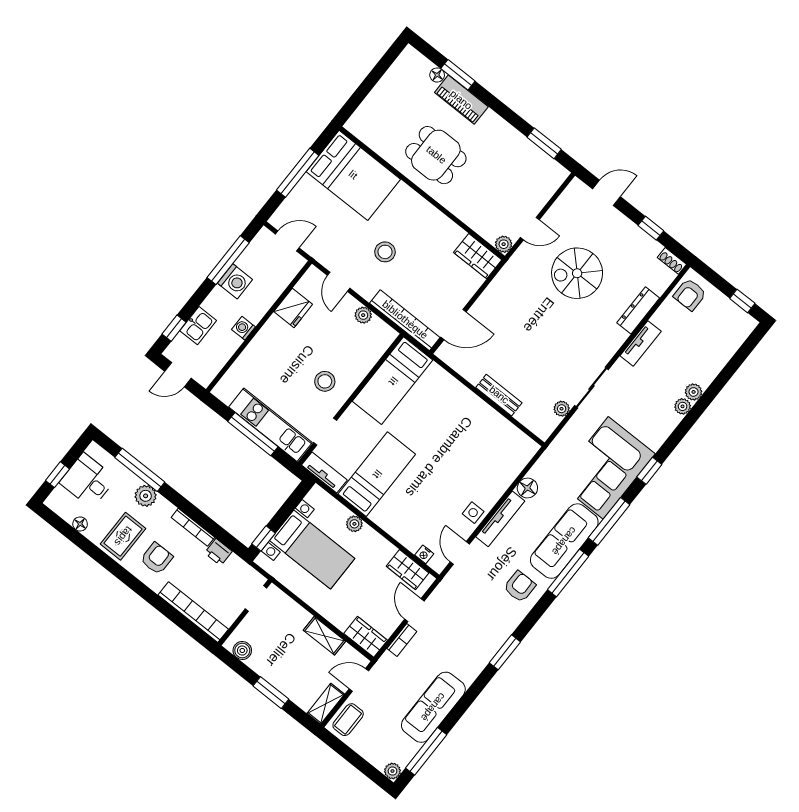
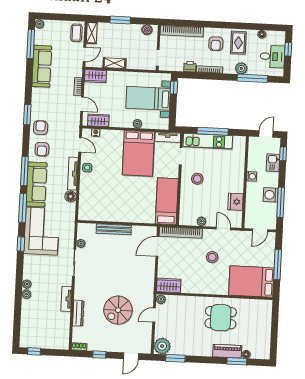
plant: (551, 175) -> (162, 346), added
spiral stairs: (577, 273) -> (118, 310), turned 180
armchair: (690, 295) -> (41, 128), moved
bench: (499, 395) -> (114, 229), width x1.36
bed: (377, 474) -> (138, 153), width x1.50

